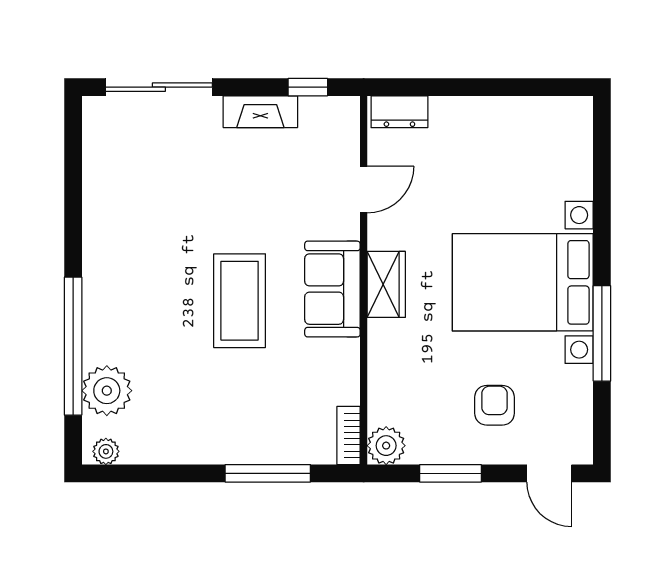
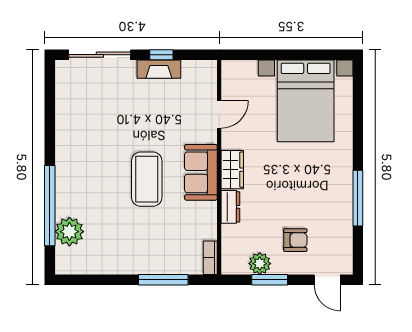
window: (308, 87) -> (161, 55), moved
dresser: (399, 112) -> (230, 207), moved, turned -90
bed with nightstands: (523, 282) -> (306, 101), moved, turned -90
armchair: (495, 405) -> (295, 240), turned 90
plant: (386, 446) -> (260, 264), moved
plant: (106, 451) -> (69, 267), removed

